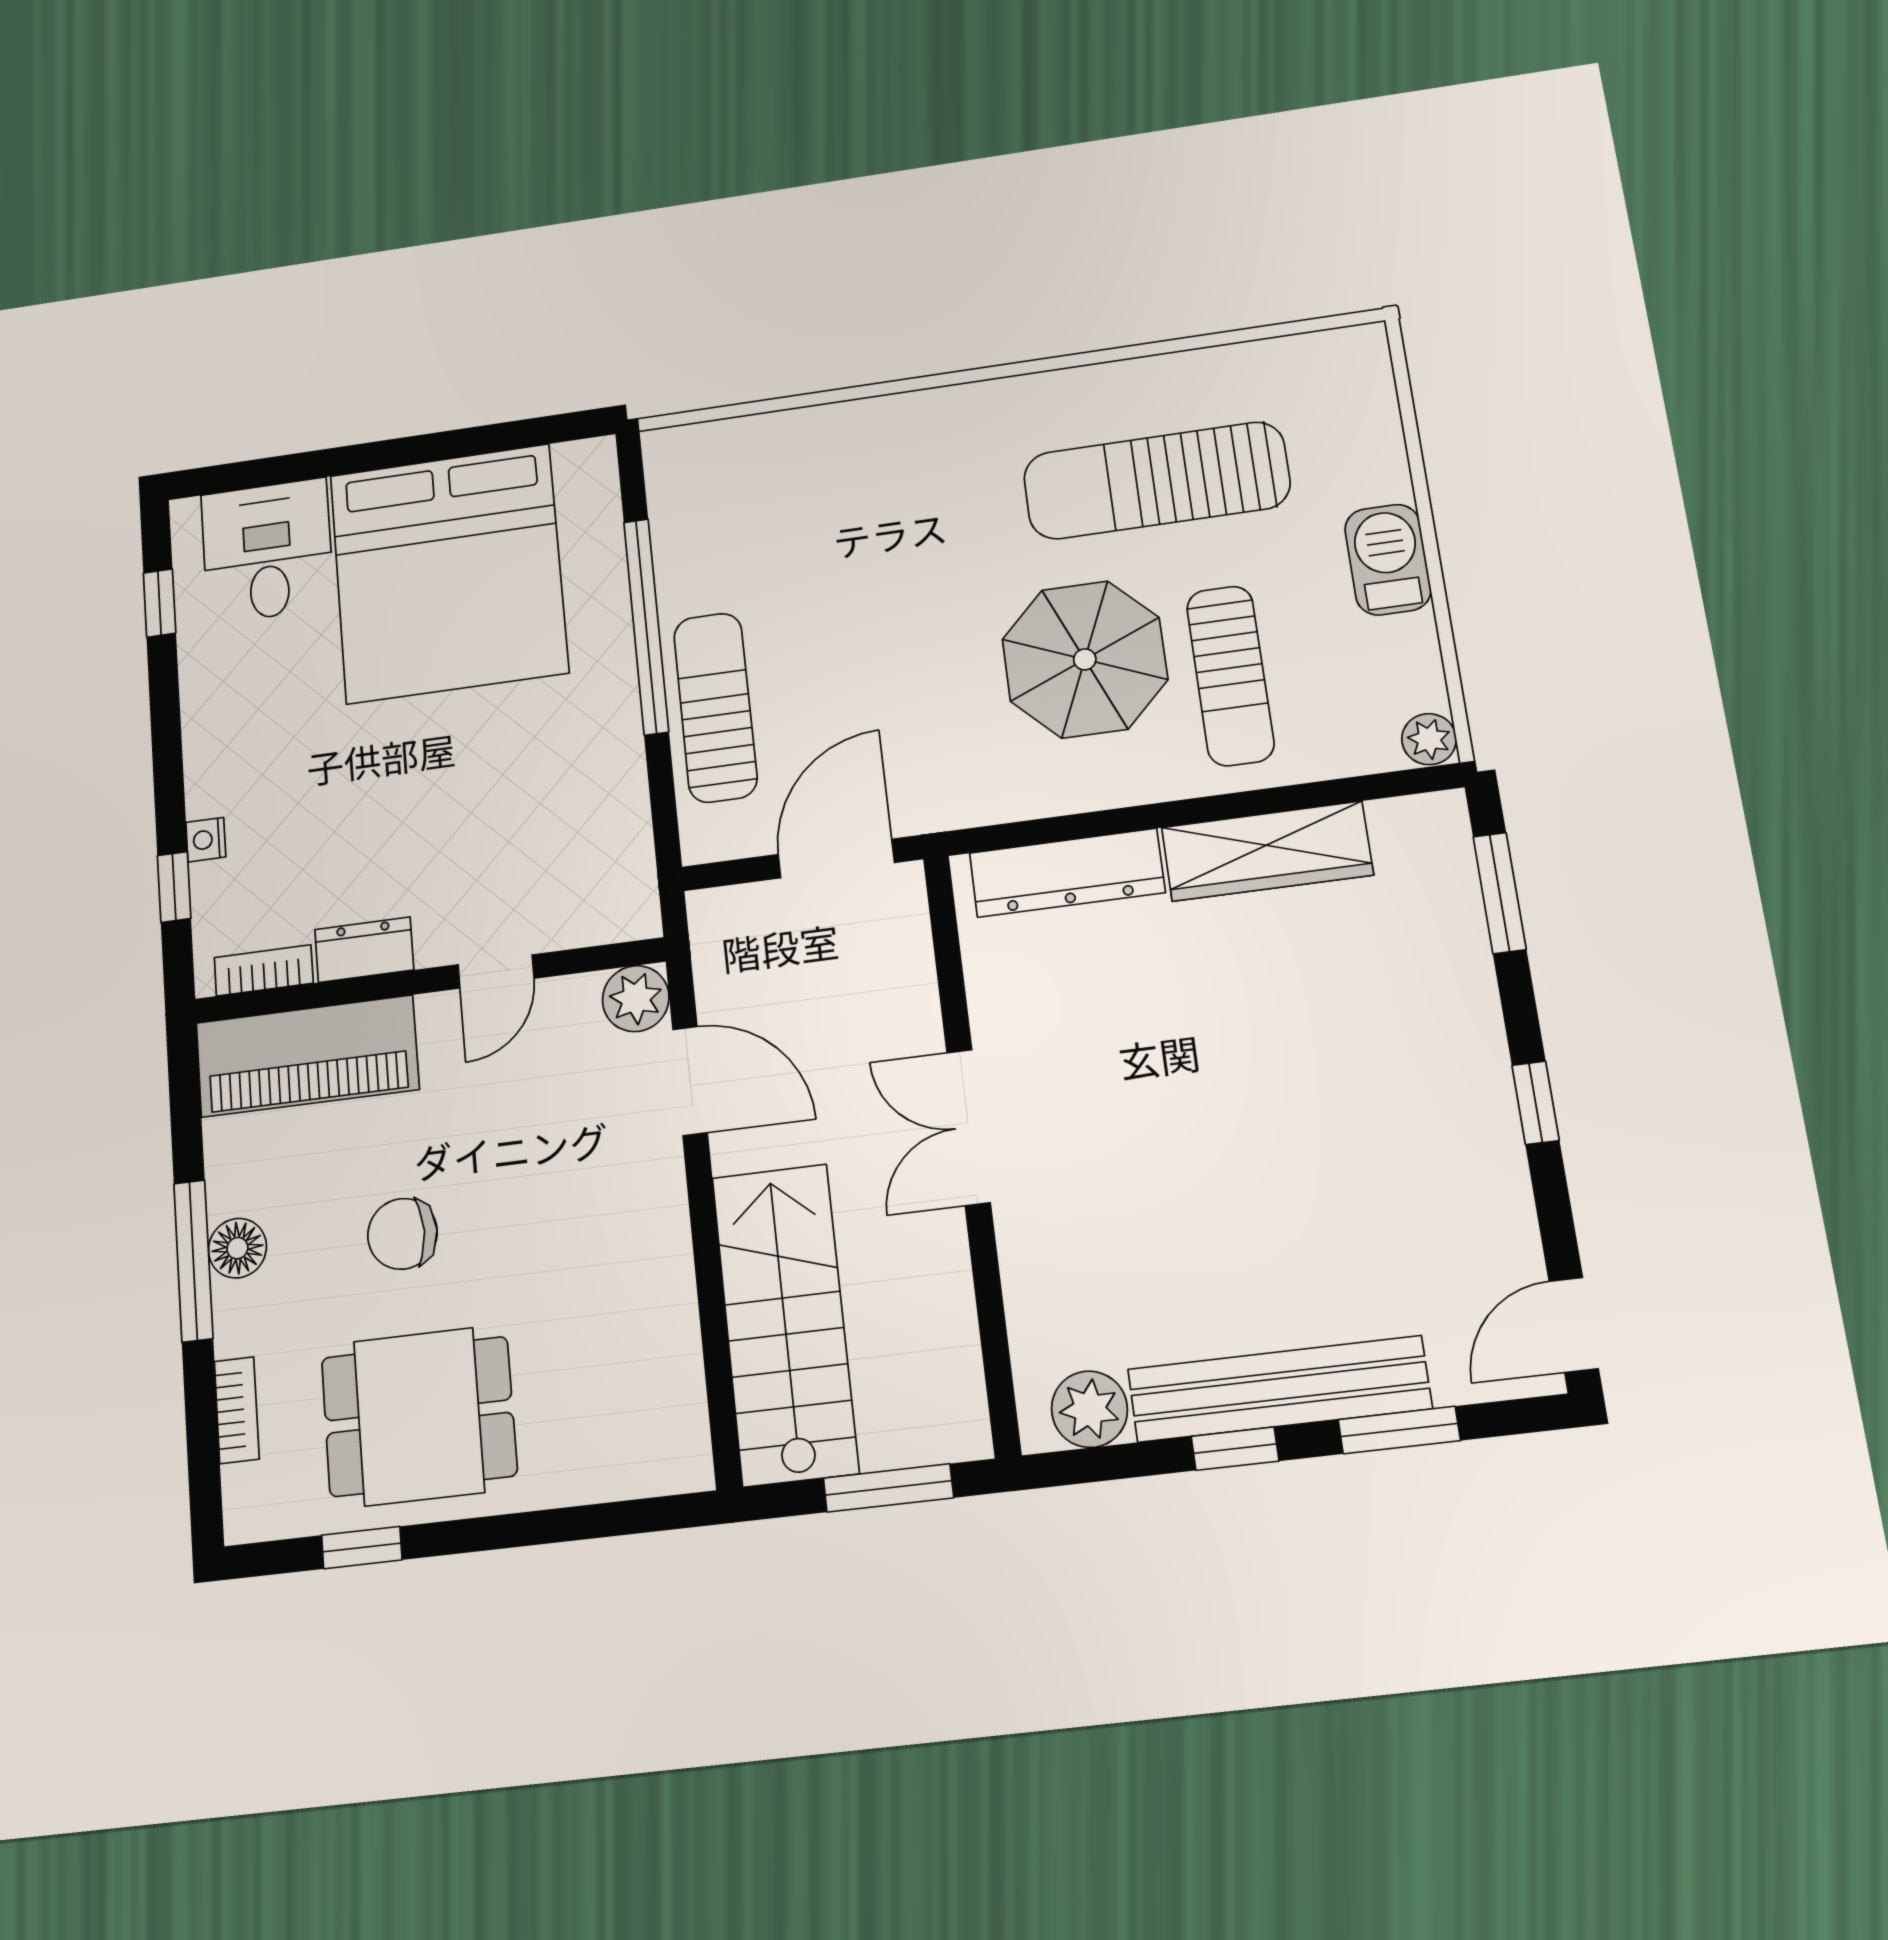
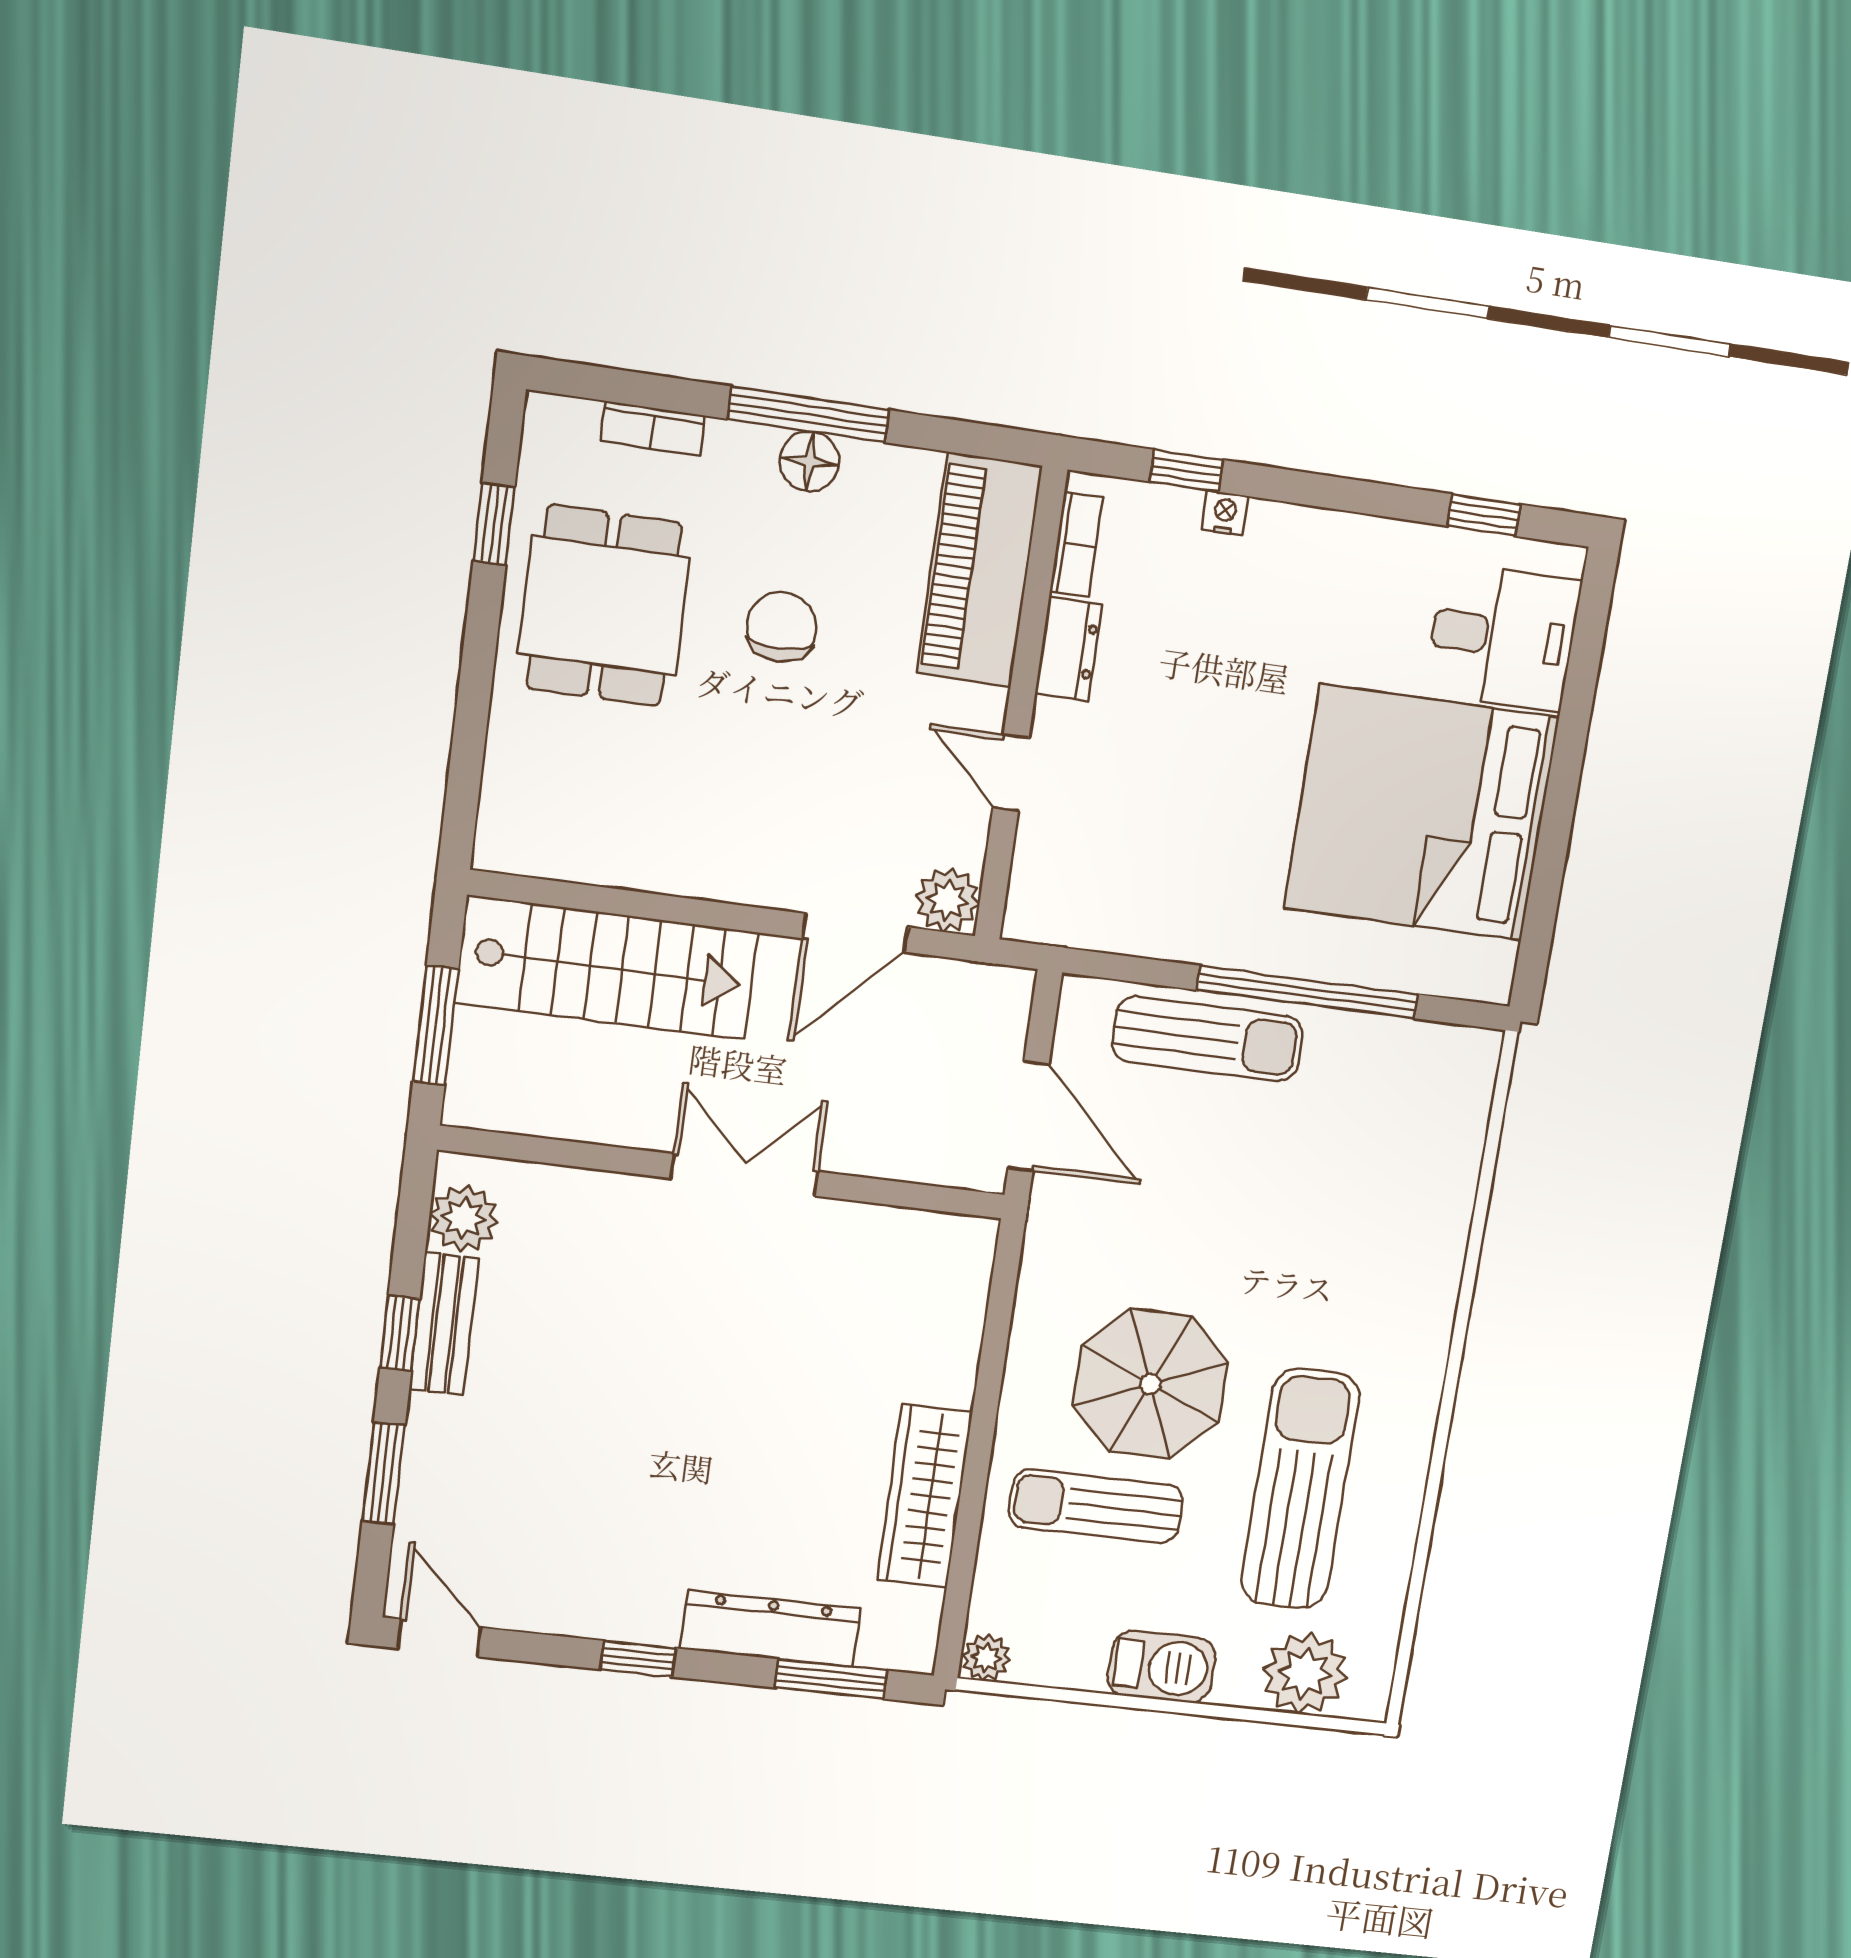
plant: (1354, 416) -> (1305, 1673), added
dresser: (1067, 873) -> (770, 1629), moved, turned 90
bench: (1279, 1389) -> (444, 1324), width x0.54, depth x0.82

